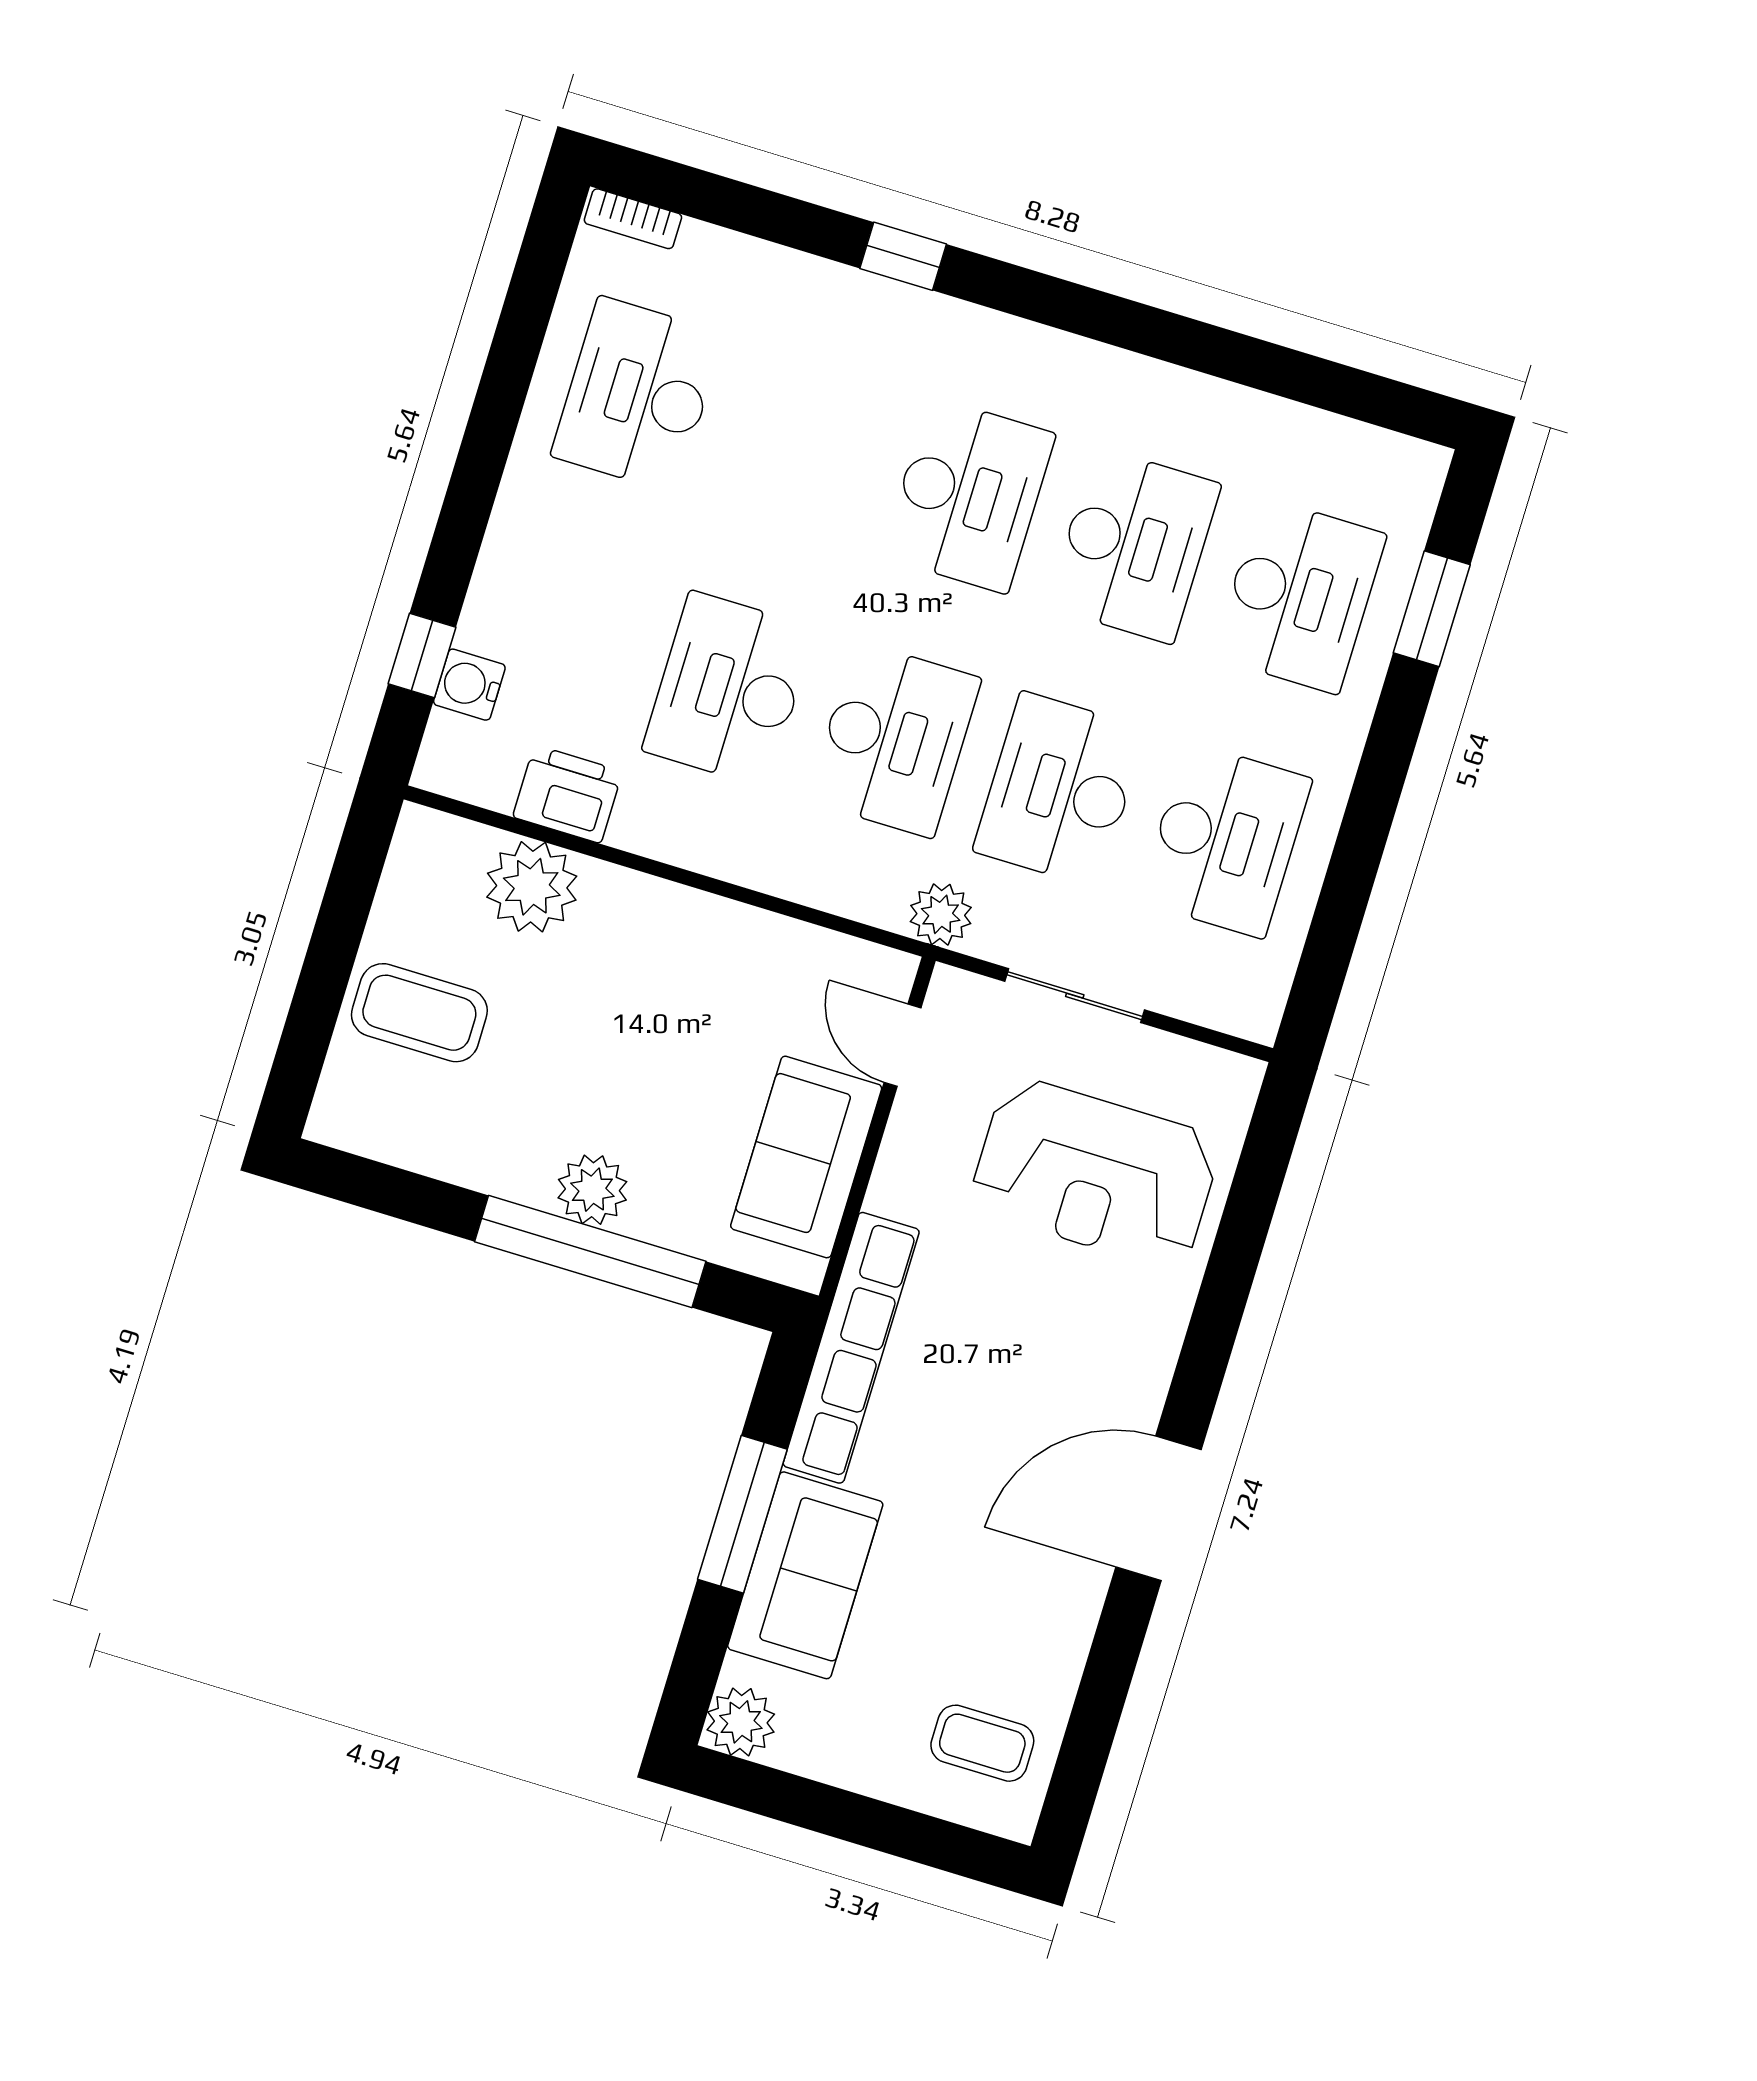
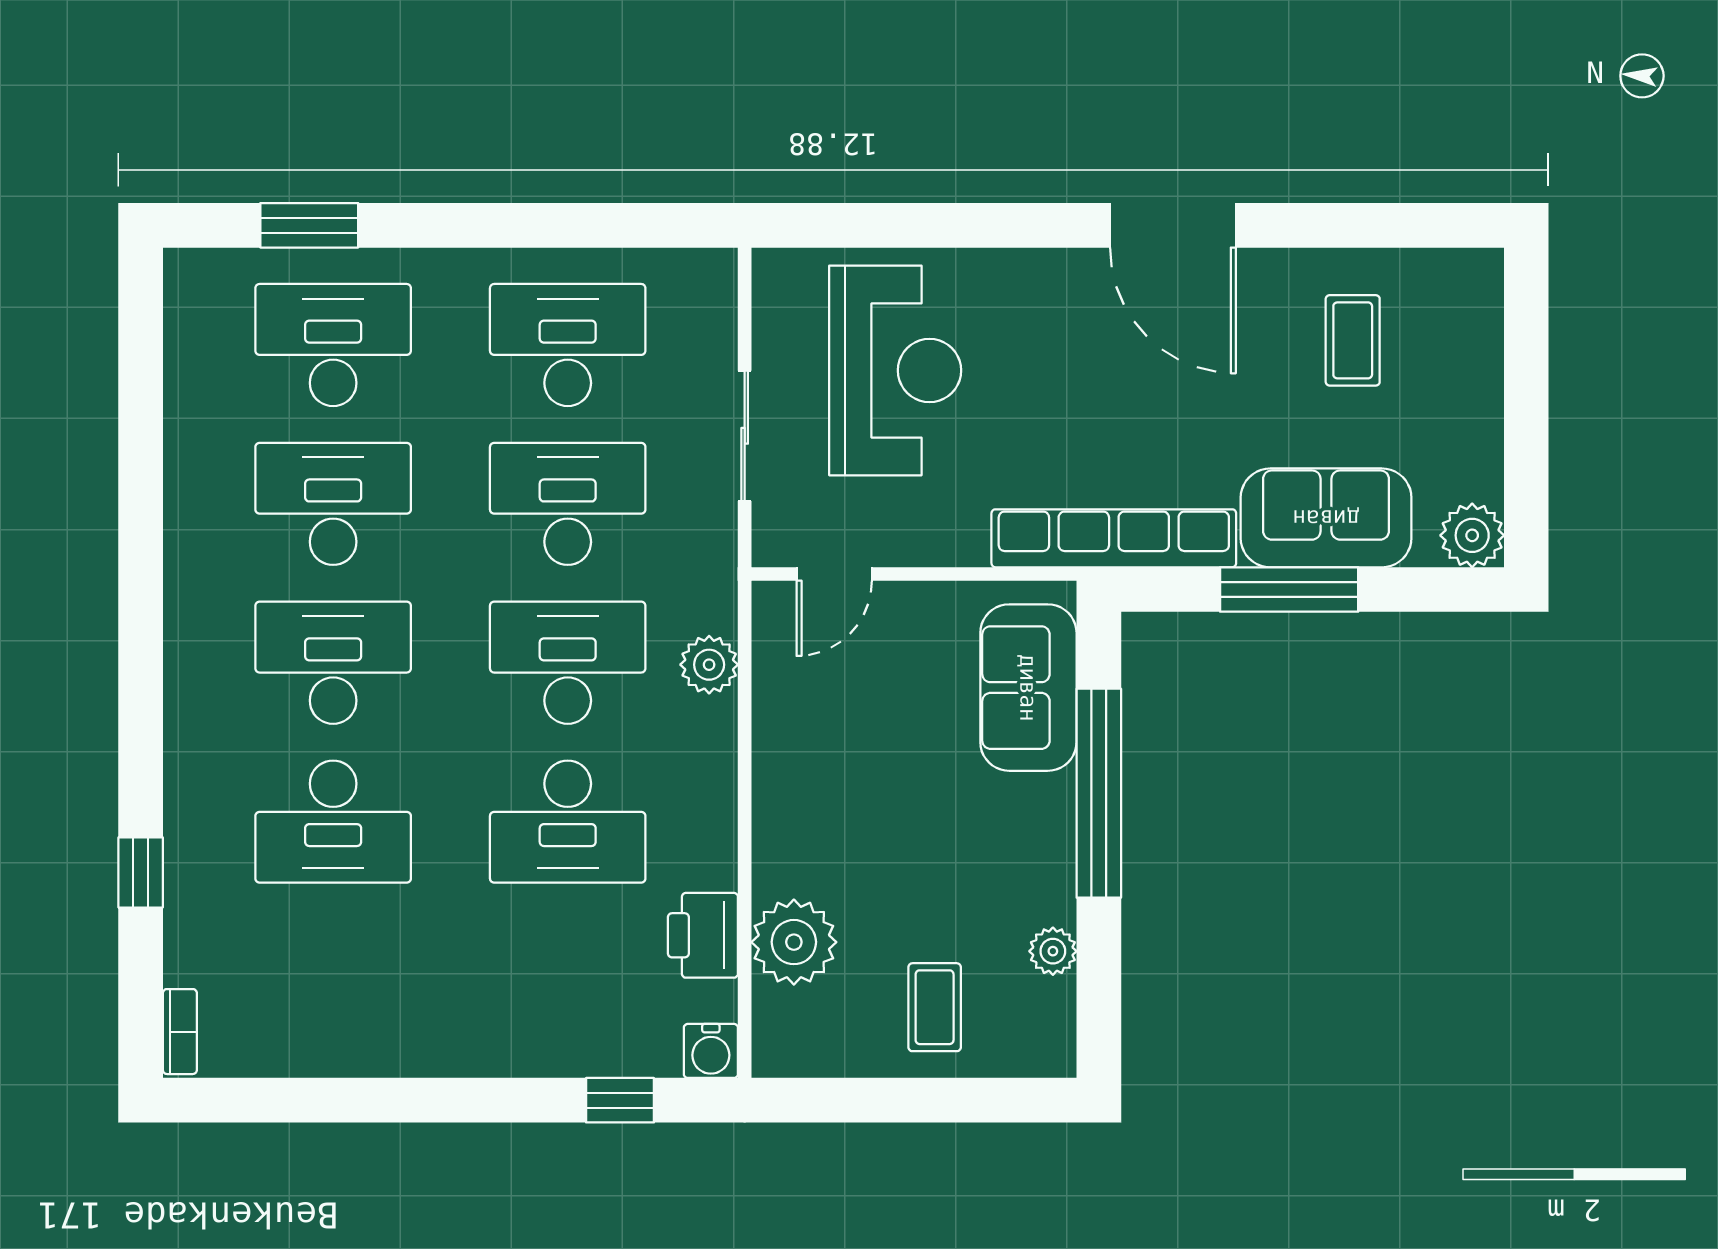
window: (903, 256) -> (141, 872), moved
desk: (638, 395) -> (333, 822), moved
water cooler: (469, 685) -> (711, 1051), moved
desk: (1060, 790) -> (568, 504), turned 180
plant: (941, 914) -> (709, 665), moved
coffee table: (419, 1013) -> (935, 1007), width x0.73, depth x0.77
sofa: (806, 1157) -> (1028, 688), moved, turned 90
plant: (592, 1190) -> (1053, 951), moved, width x0.73, depth x0.73
coffee table: (982, 1743) -> (1353, 340), moved

